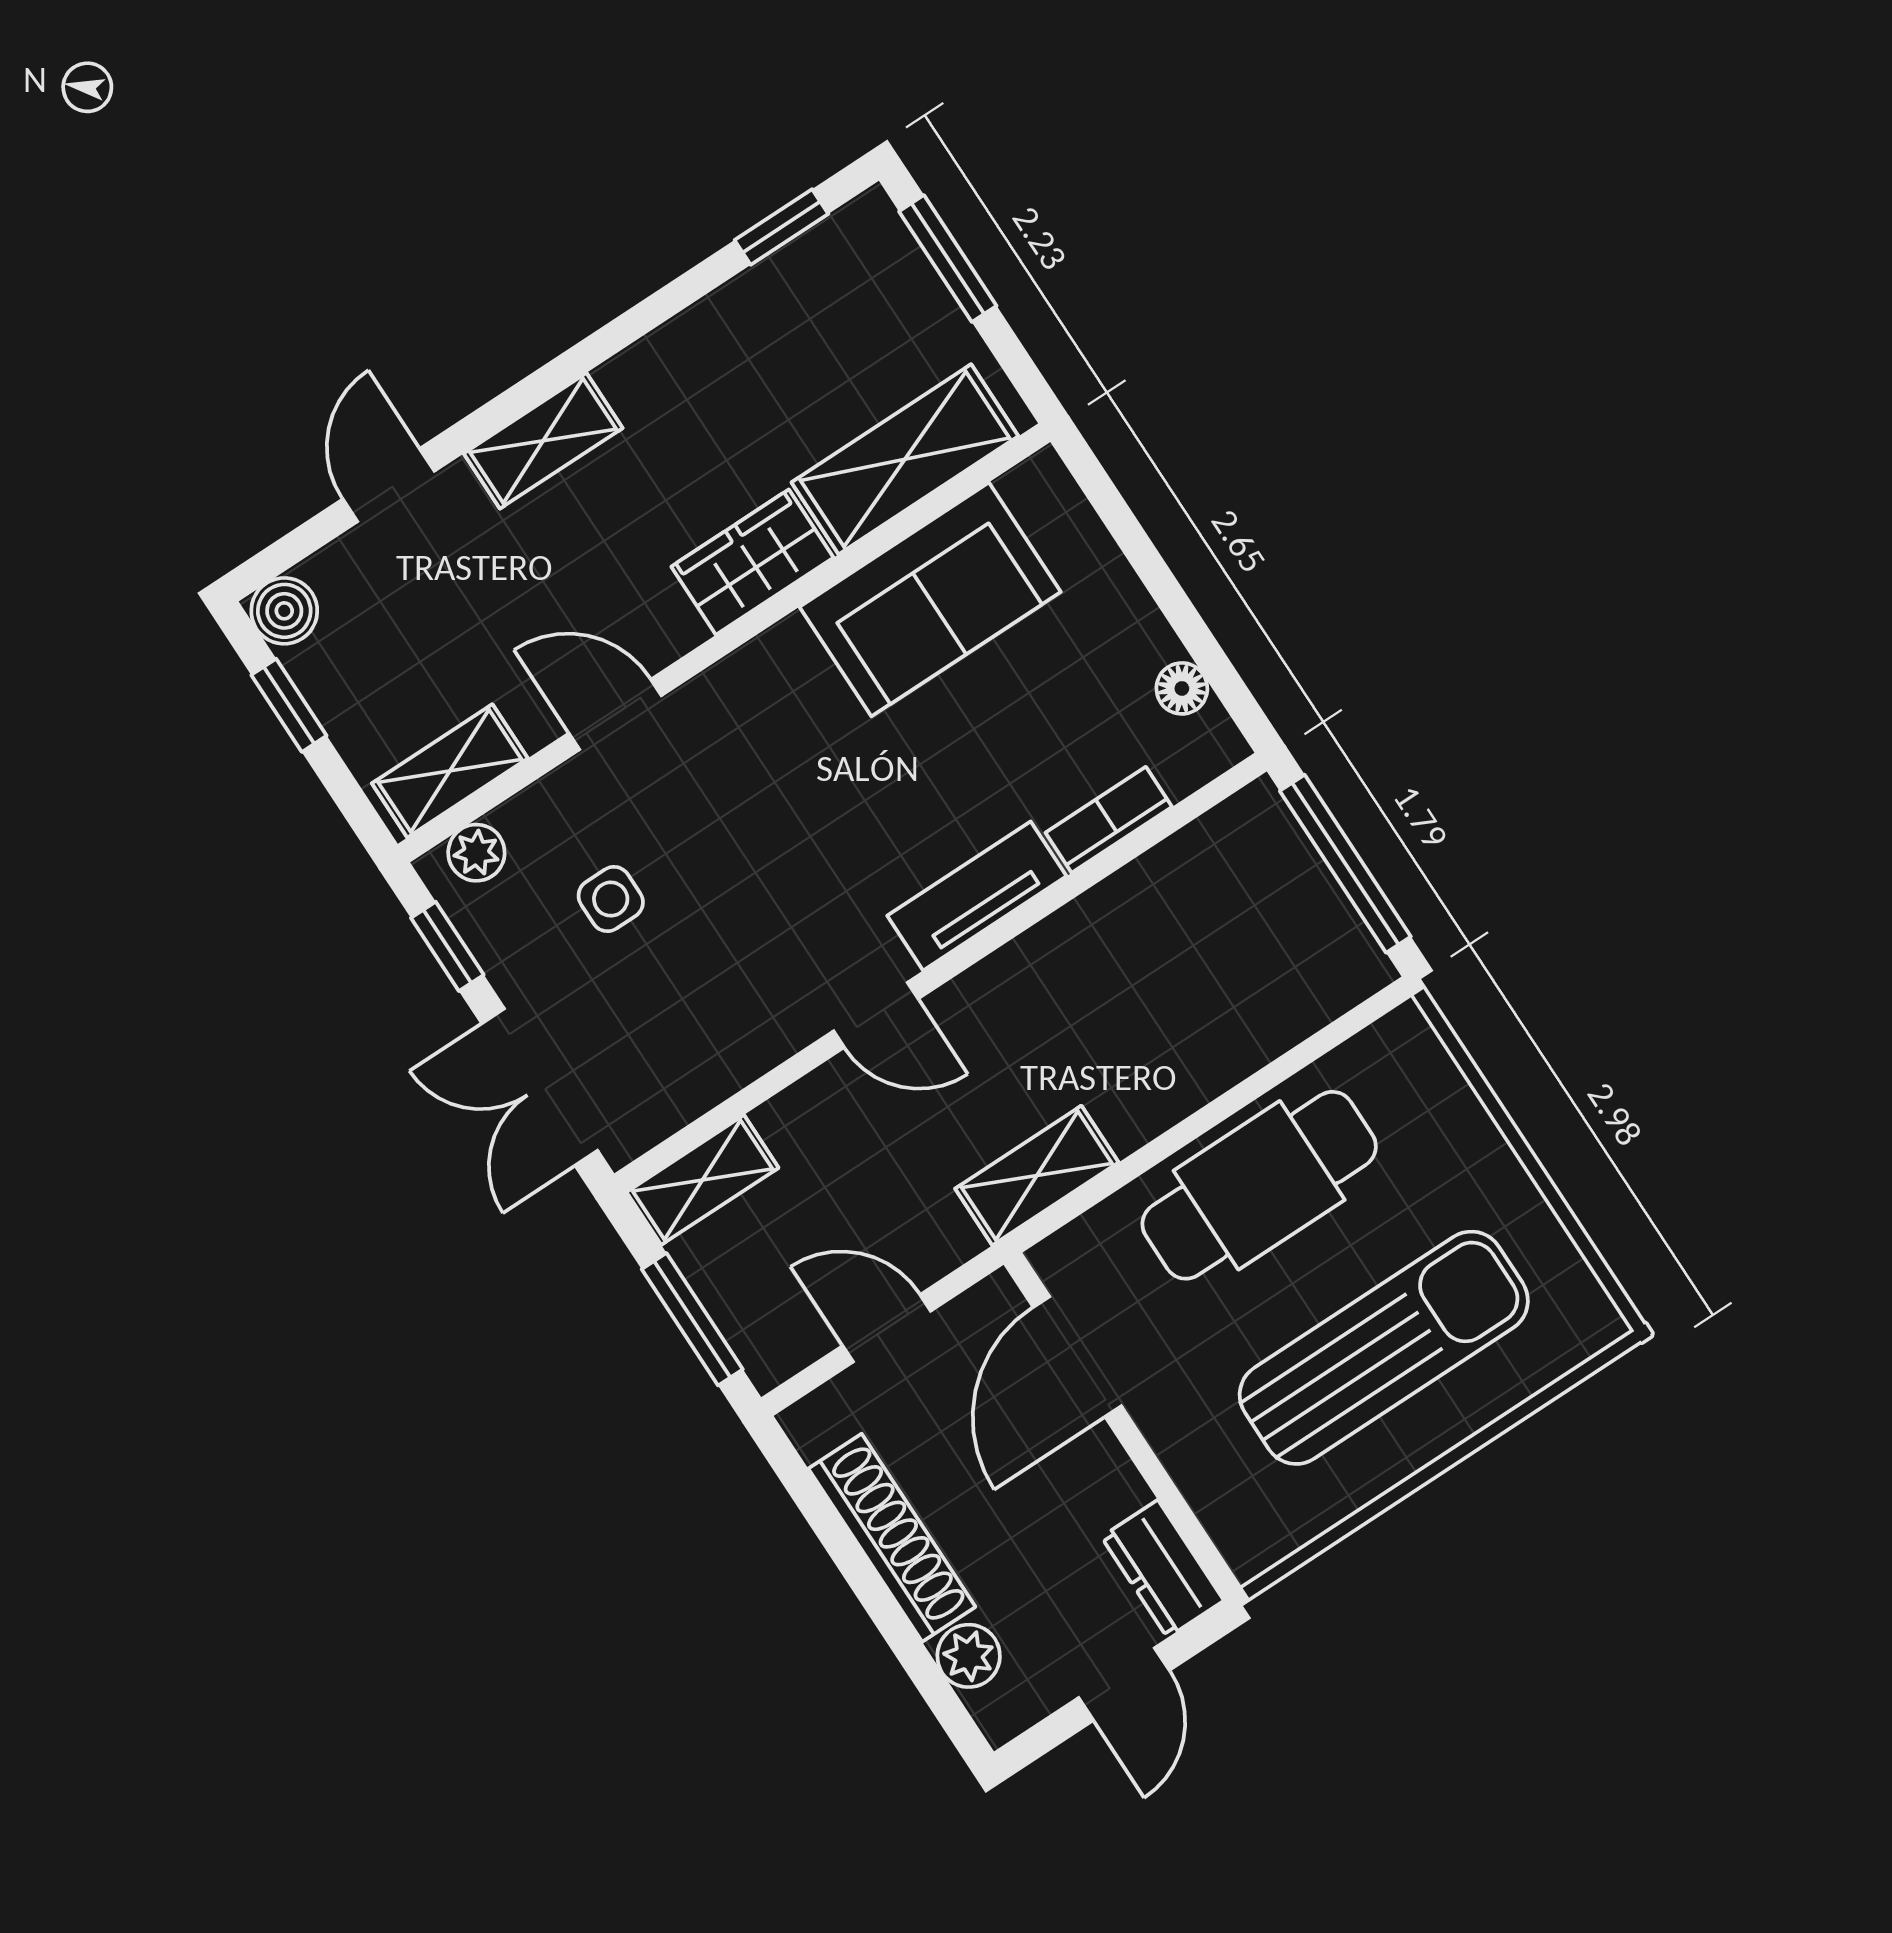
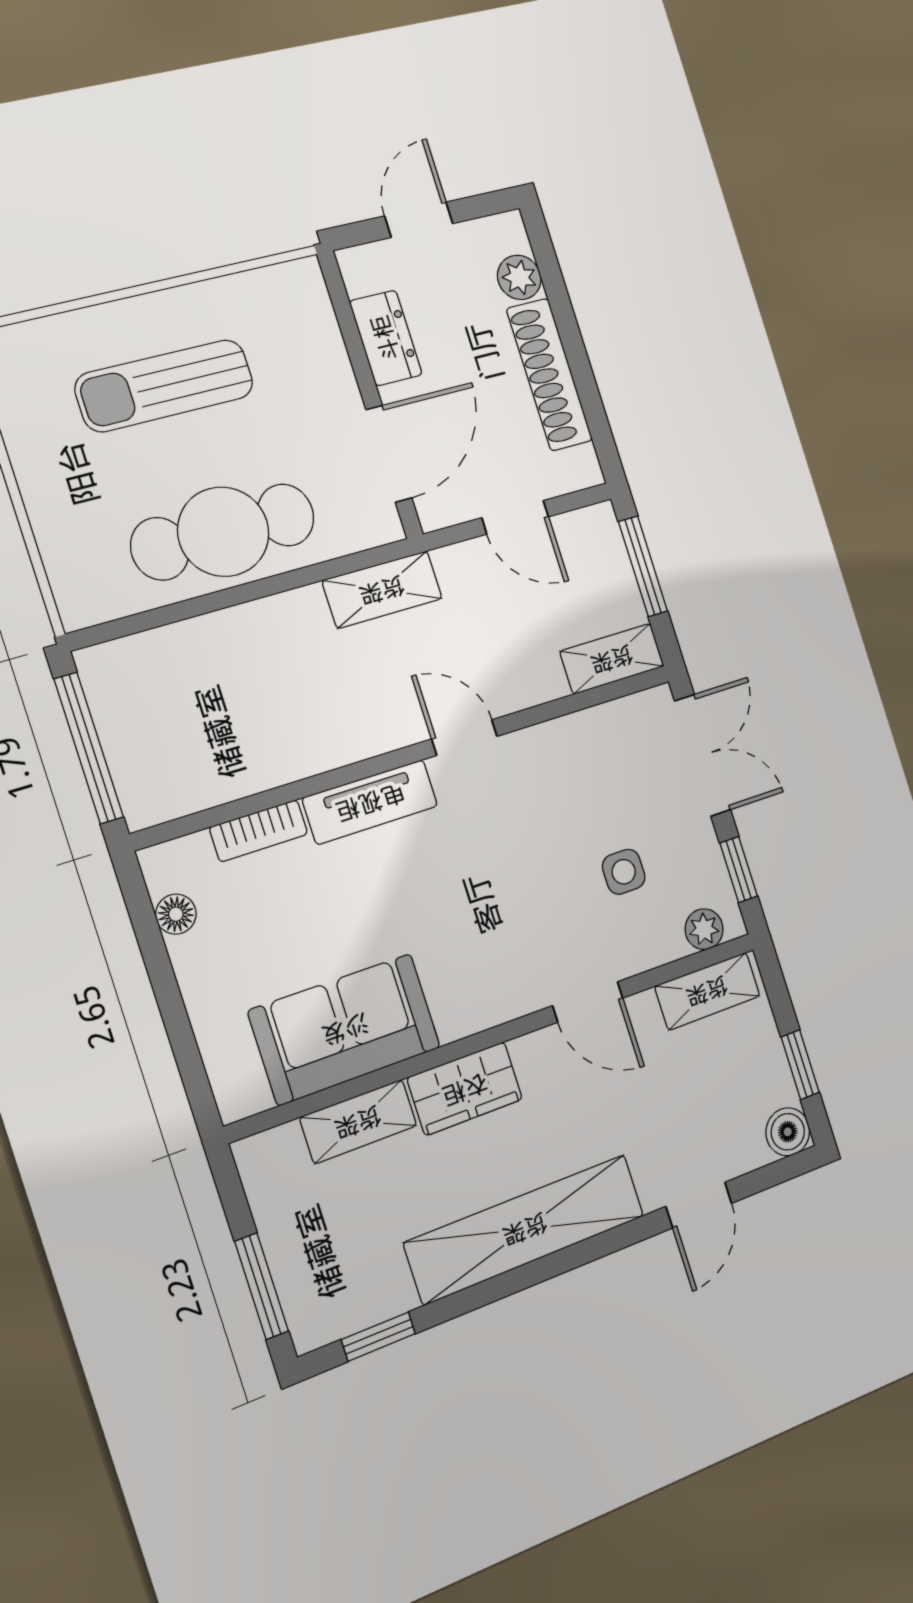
shelving: (543, 441) -> (525, 1229), width x2.20, depth x1.33
shelving: (905, 459) -> (358, 1122), width x0.67, depth x0.75
sun lounger: (1384, 1348) -> (165, 386), width x0.73, depth x0.75
dresser: (1163, 1569) -> (386, 338), moved

